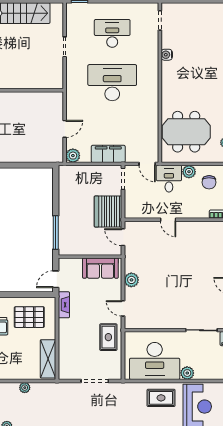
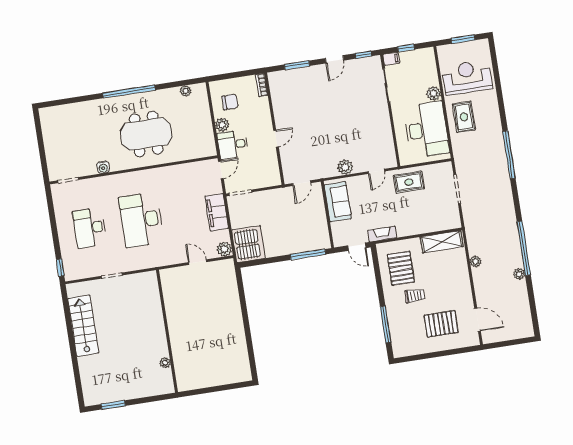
meeting table: (186, 132) -> (146, 134), moved, turned 90
server rack: (108, 211) -> (249, 244), moved, turned -90

